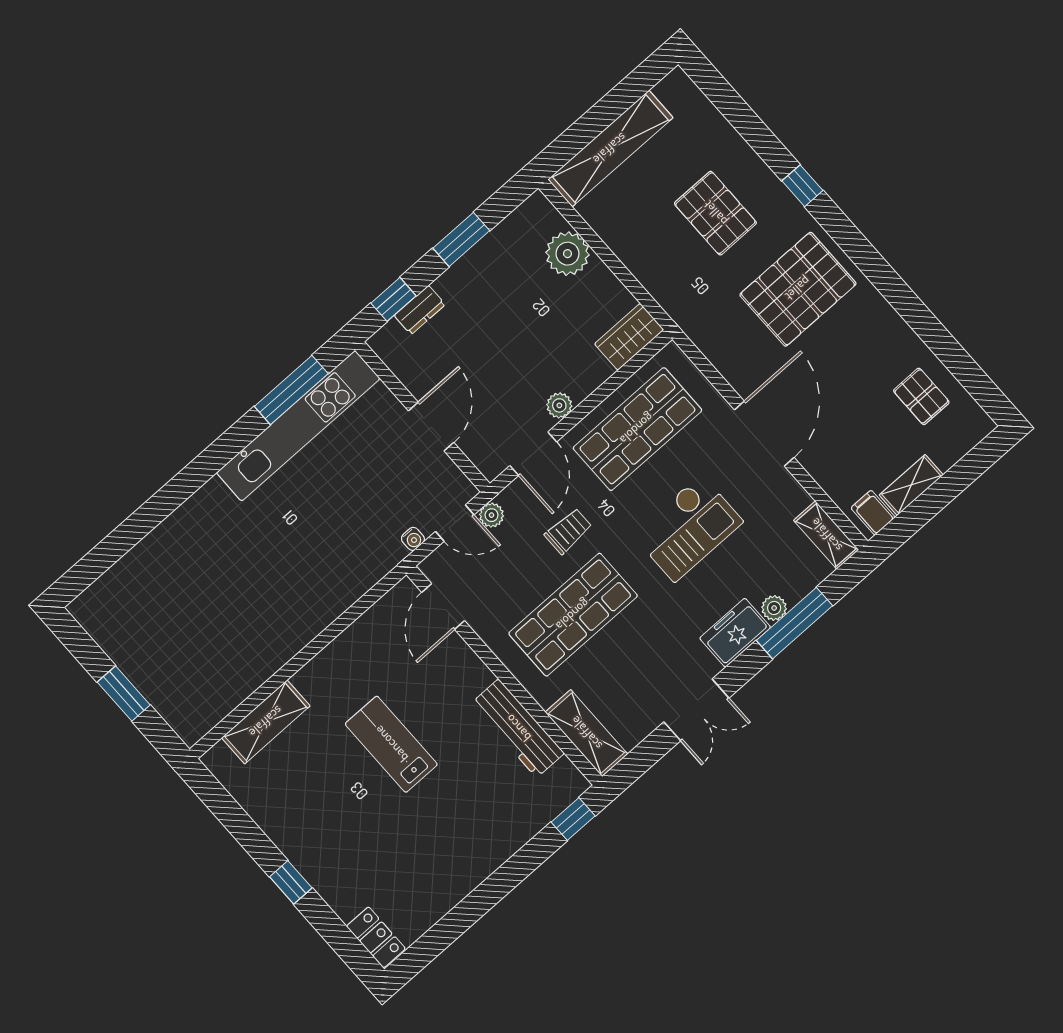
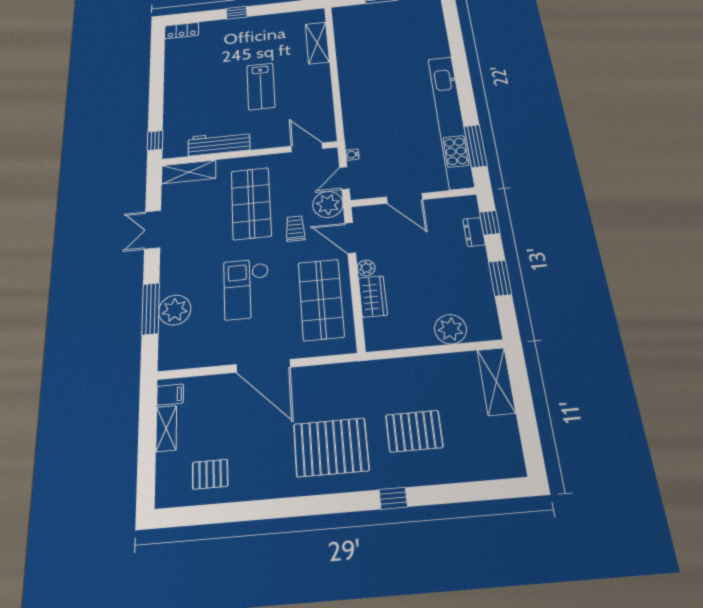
shelving: (610, 149) -> (496, 381), width x0.68
pallet: (798, 289) -> (331, 447), turned 90
wardrobe: (629, 337) -> (373, 296), moved
kitchen unit: (298, 426) -> (451, 121), width x1.36
plant: (492, 515) -> (328, 204), width x1.87, depth x1.87
trolley: (568, 531) -> (295, 229), turned 180
shelving: (826, 535) -> (181, 359), removed
plant: (774, 608) -> (175, 310), width x1.88, depth x1.88
freezer: (735, 633) -> (173, 275), removed
lab bench: (391, 744) -> (261, 86), turned 90

